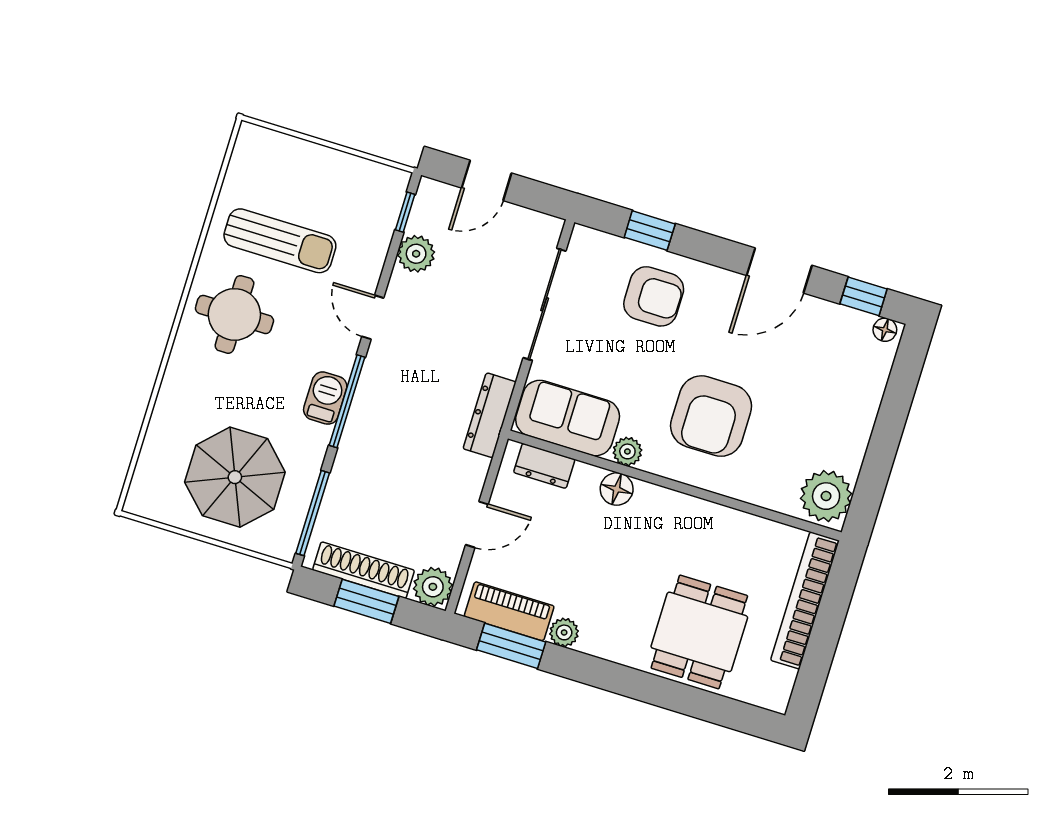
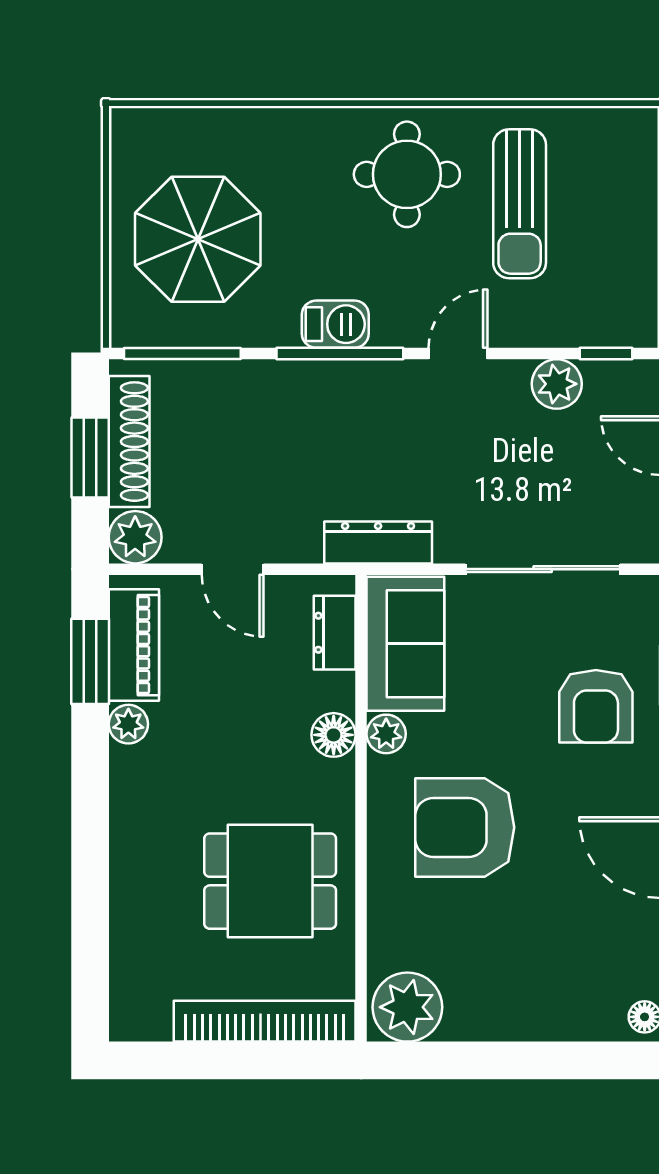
dining table: (699, 632) -> (270, 881), moved

